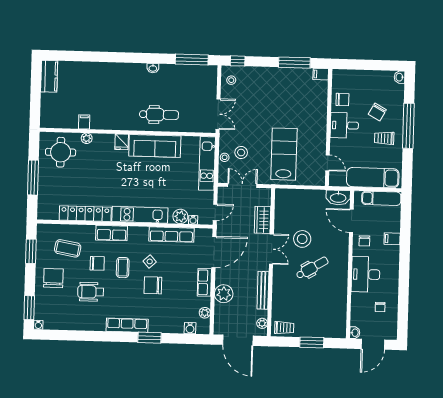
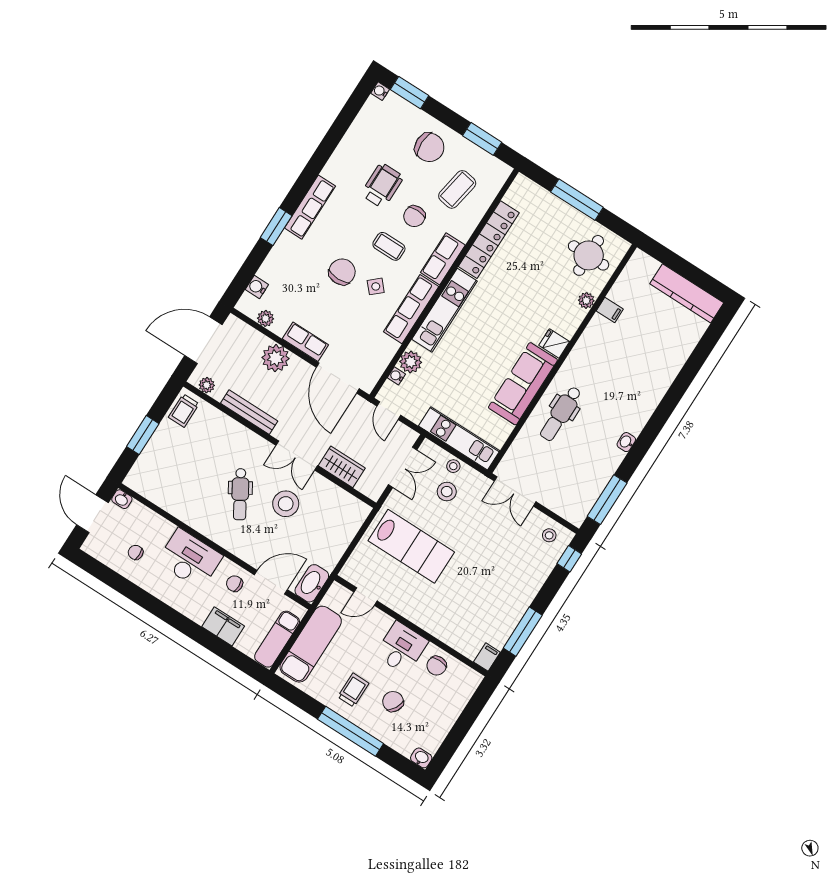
kitchen counter: (49, 76) -> (687, 293), width x1.50
row of seats: (171, 235) -> (411, 309), moved
filing cabinet: (392, 239) -> (223, 626), width x2.00

